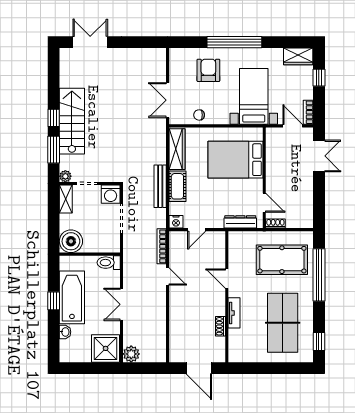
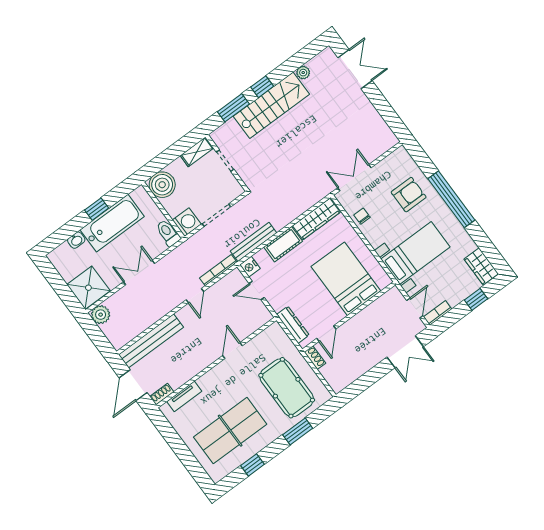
plant: (65, 176) -> (303, 73), moved
bench: (160, 186) -> (254, 242), moved
washing machine: (111, 194) -> (187, 222), moved, turned 180
window: (319, 275) -> (298, 431), width x0.47
tv unit: (234, 313) -> (184, 396), moved
shoe rack: (220, 326) -> (162, 394), moved
bench: (177, 332) -> (151, 341), added
window: (319, 342) -> (252, 465), moved

